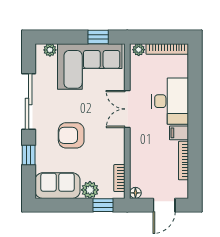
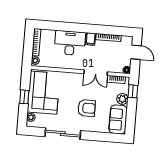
window: (98, 37) -> (24, 97), moved
double door: (127, 109) -> (96, 73), moved
armchair: (71, 135) -> (87, 108), turned -90
window: (29, 155) -> (97, 136), removed

